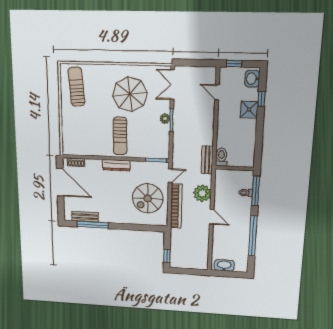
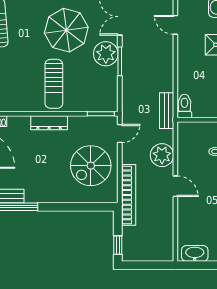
plant: (165, 119) -> (106, 54), width x1.87, depth x1.87
bookcase: (176, 206) -> (129, 195), moved

